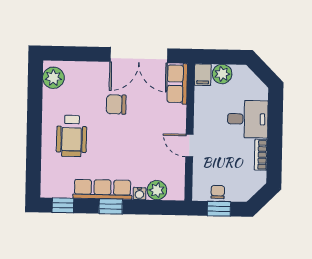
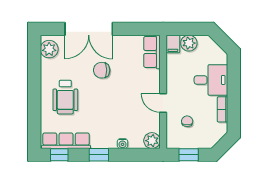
double door: (139, 55) -> (89, 29), moved
row of seats: (102, 189) -> (66, 141), moved
plant: (157, 190) -> (152, 141), moved
chair: (218, 192) -> (187, 121), moved

